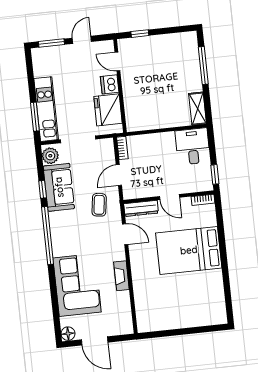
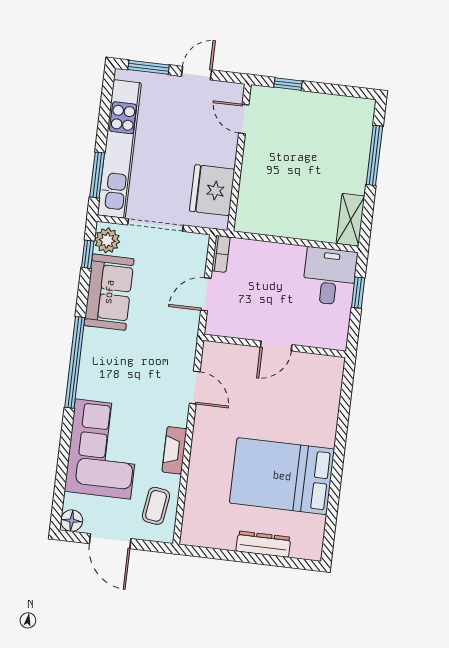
dishwasher: (110, 84) -> (224, 152), removed
kitchen unit: (46, 109) -> (119, 149), width x1.36
window: (215, 174) -> (358, 293), moved
window: (43, 189) -> (88, 254), moved
door: (170, 197) -> (276, 346), hinge flipped
bookcase: (203, 200) -> (327, 362), removed
coffee table: (99, 205) -> (156, 506), moved
dresser: (141, 208) -> (263, 544), moved, turned 180
bed: (189, 250) -> (282, 476), moved

